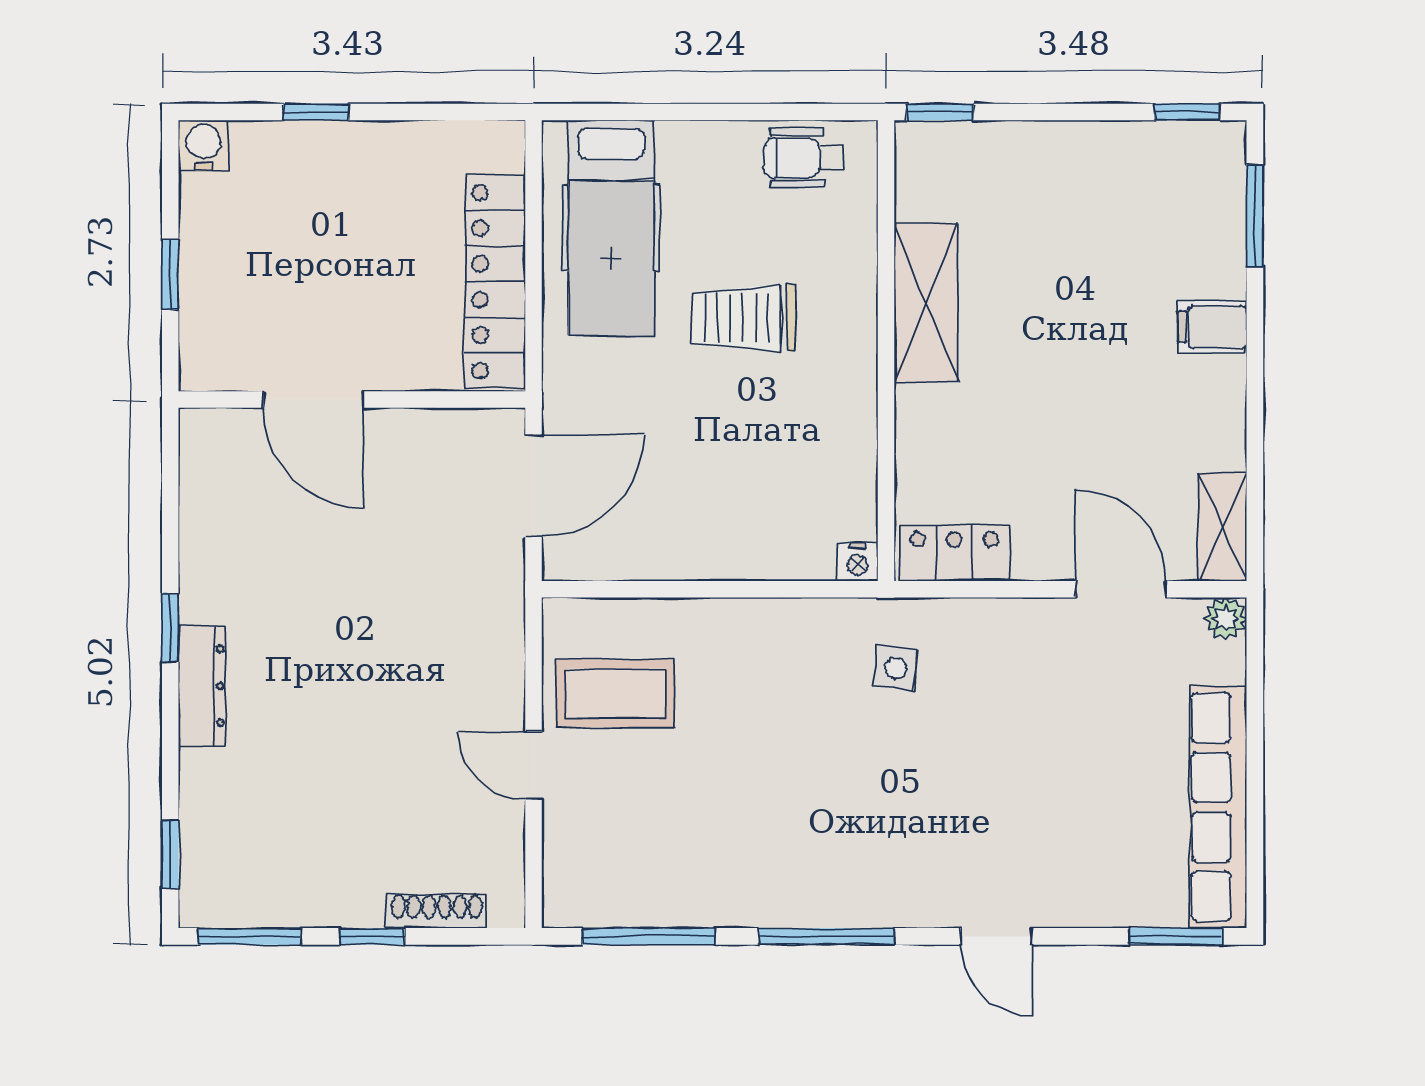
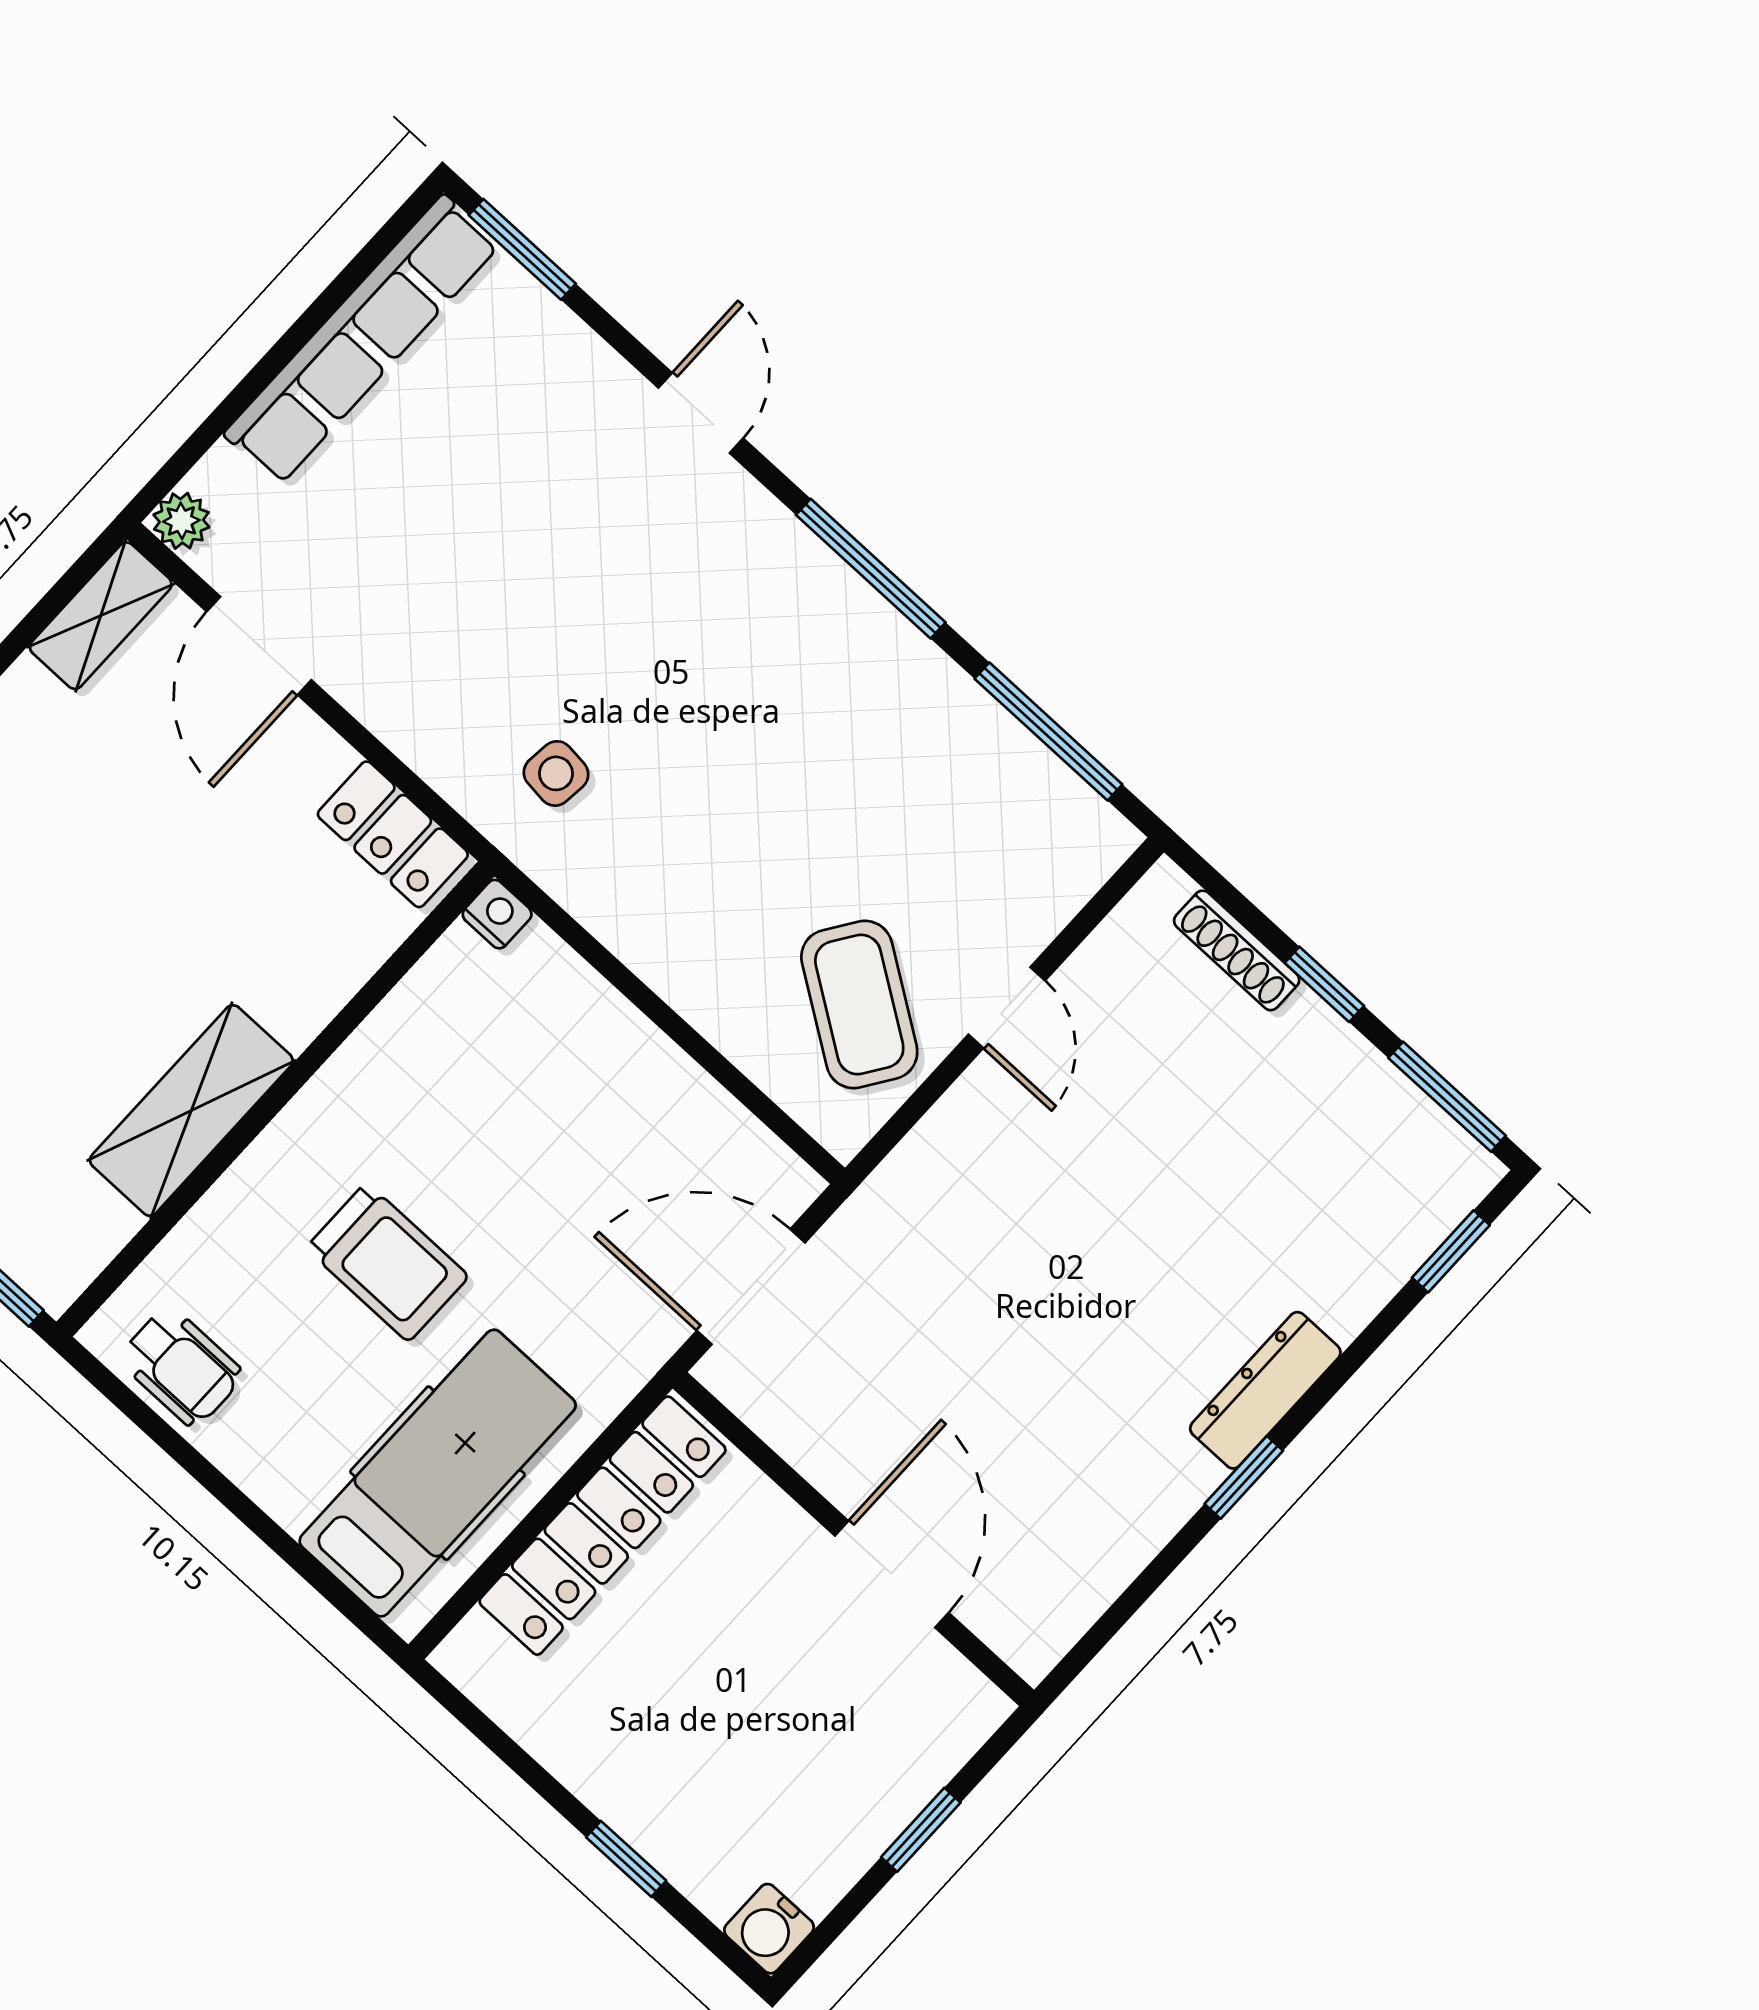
coffee table: (615, 693) -> (859, 1004), turned 34

